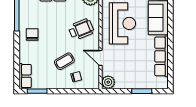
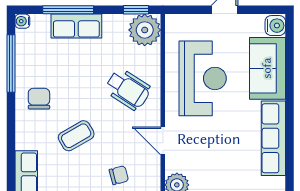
wheelchair: (81, 29) -> (128, 89), turned 55
coffee table: (64, 61) -> (76, 136), moved

